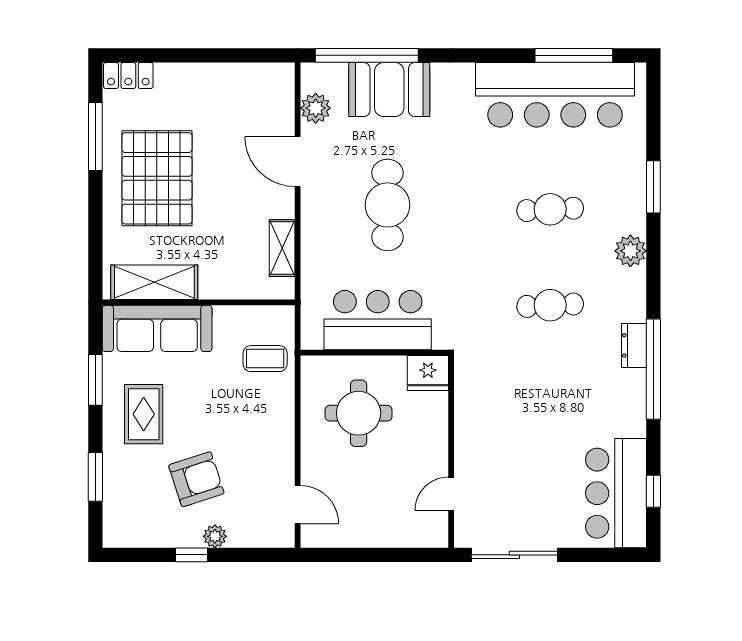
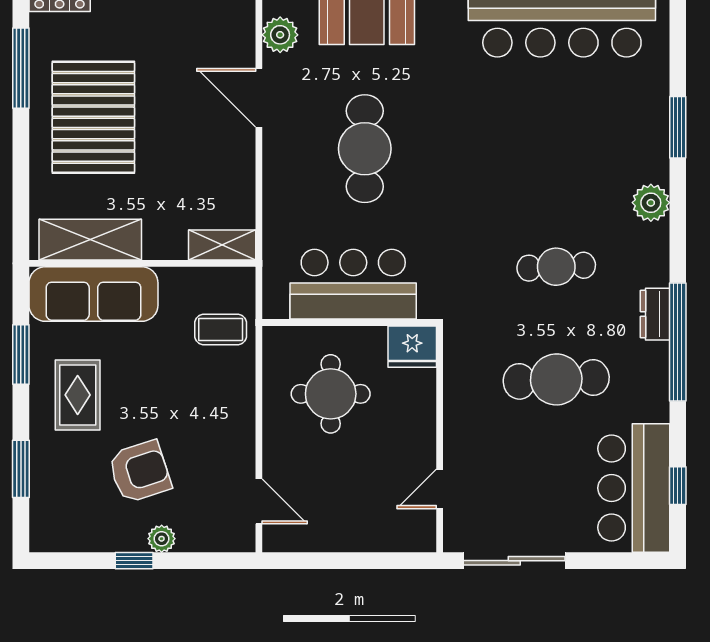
cafe table: (550, 209) -> (556, 379), moved, width x1.37, depth x1.35
shelving: (282, 248) -> (222, 245), moved, turned 90

